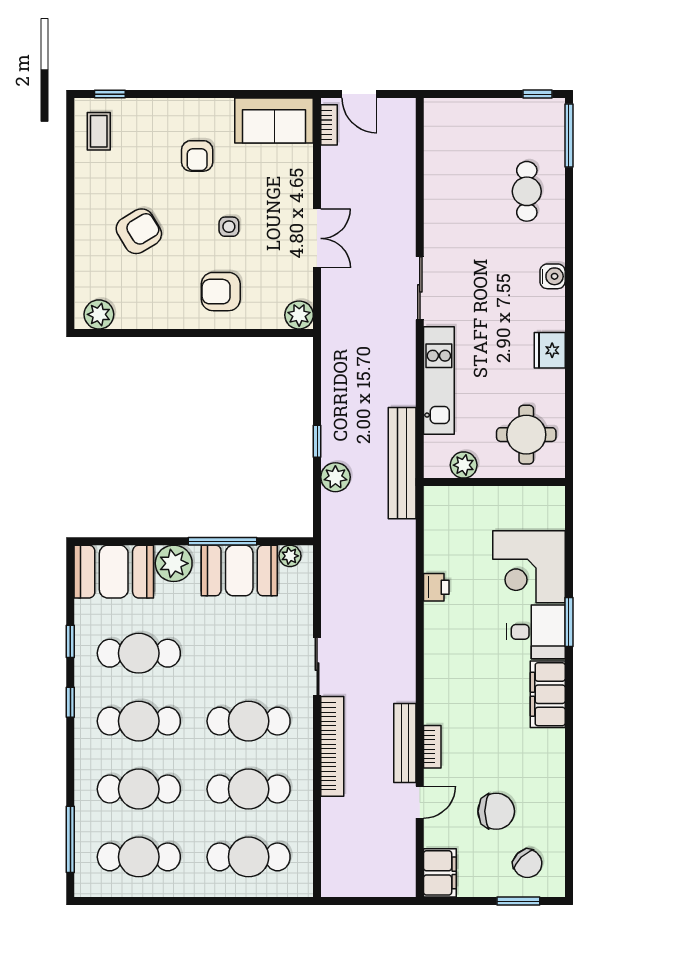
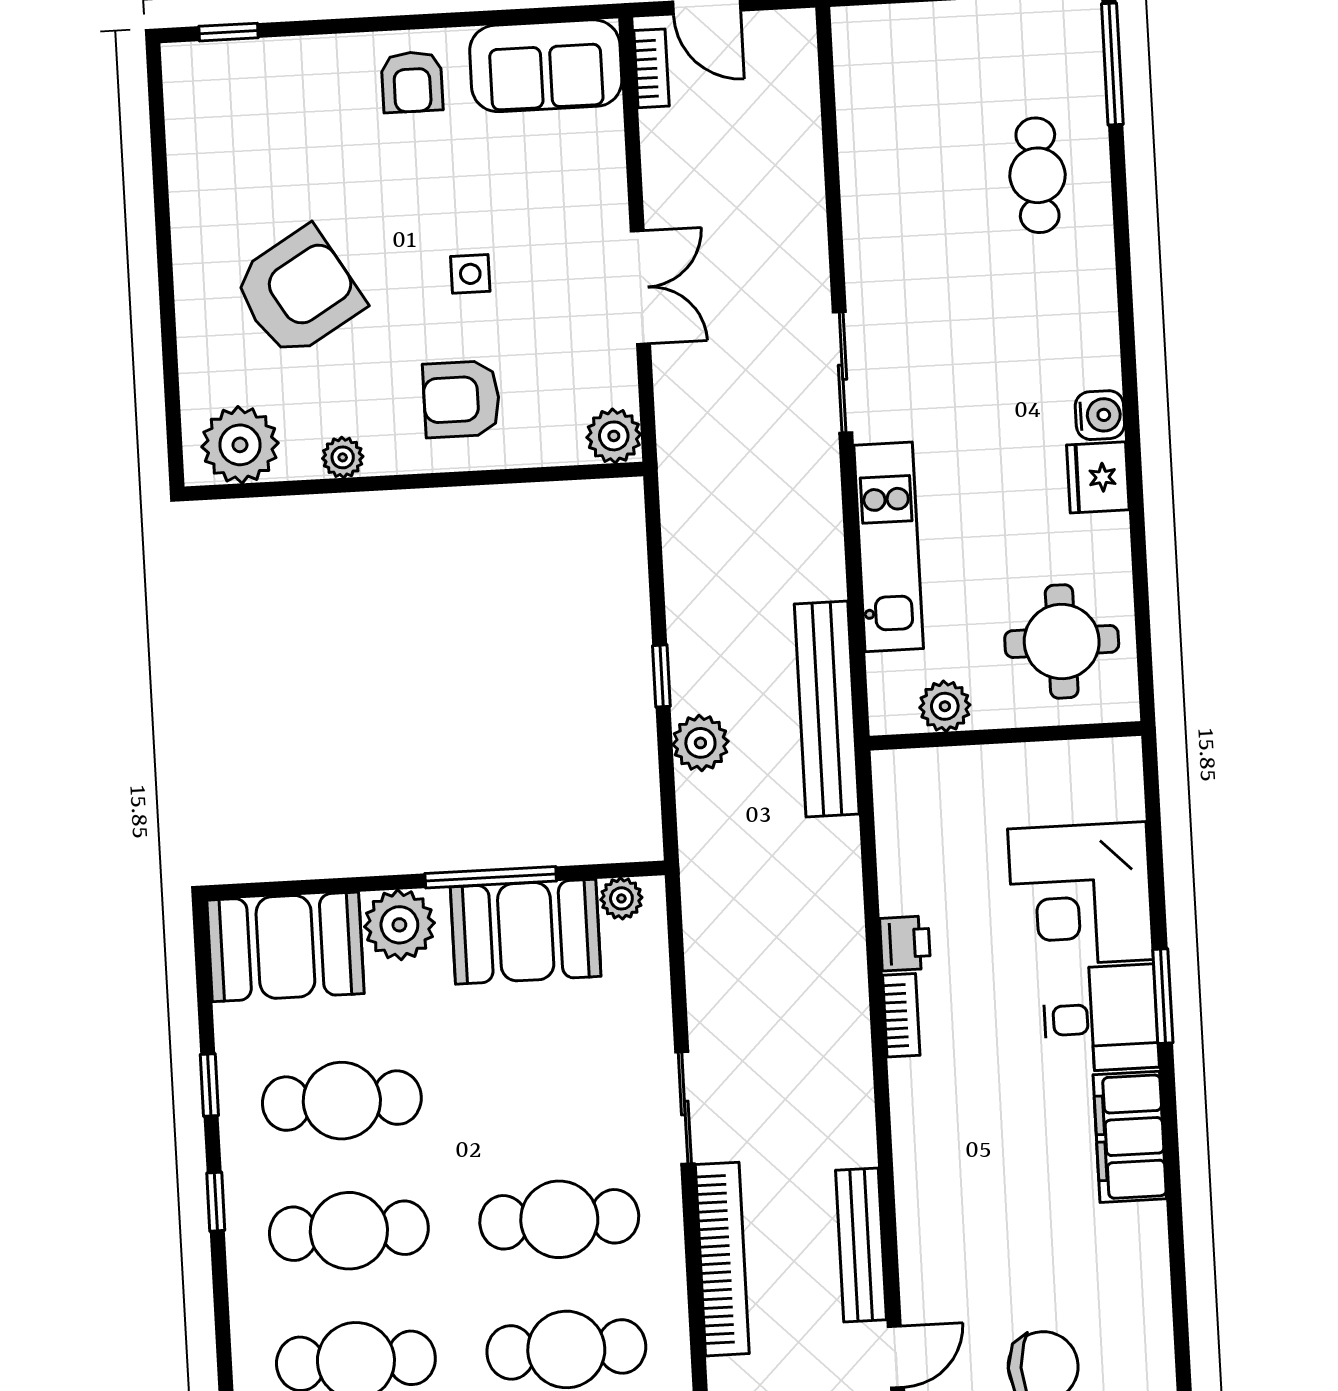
coffee table: (99, 131) -> (211, 105), removed
armchair: (197, 156) -> (412, 82), moved
armchair: (139, 231) -> (298, 292), width x1.36, depth x1.36
water cooler: (553, 276) -> (1100, 415), moved
plant: (99, 314) -> (240, 445), width x1.36, depth x1.36
plant: (157, 319) -> (343, 457), added
bookcase: (432, 747) -> (901, 1015), moved

